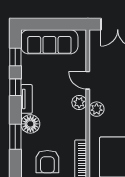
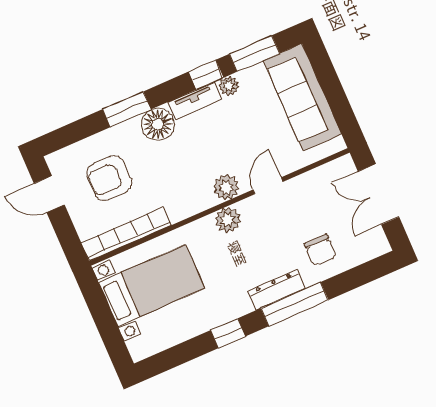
window: (15, 57) -> (254, 54), width x1.50
plant: (27, 78) -> (229, 86), added

